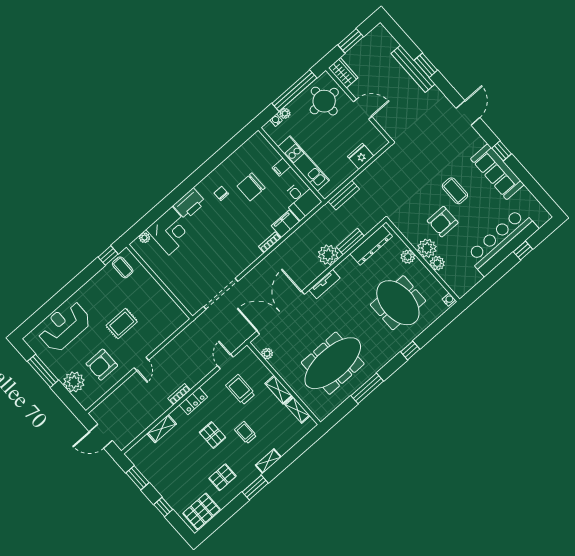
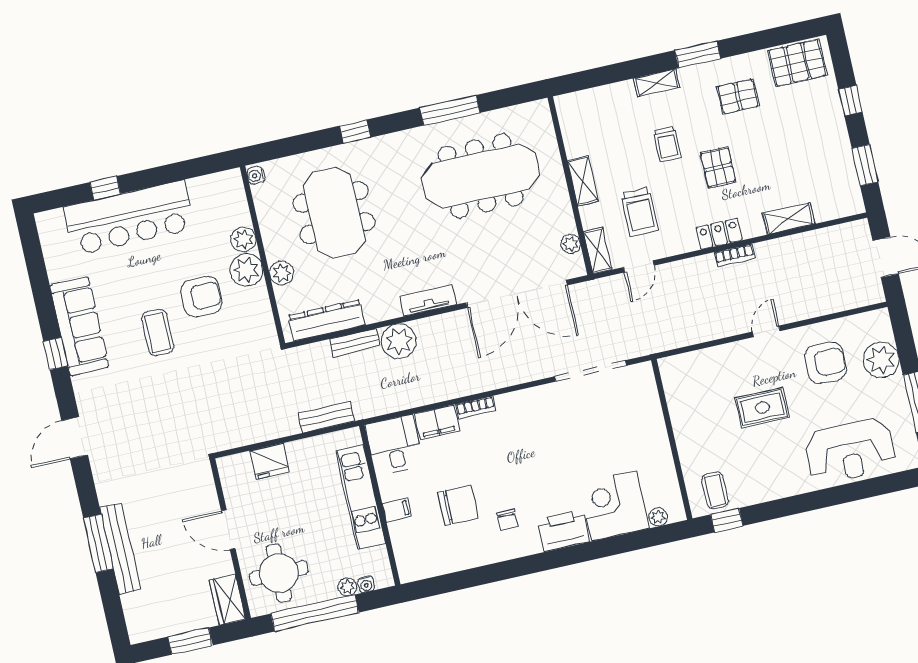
window: (426, 65) -> (98, 543), width x1.44
shelving: (297, 410) -> (598, 251), moved

